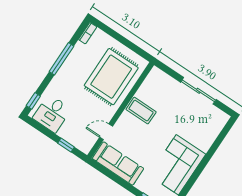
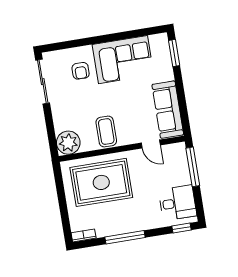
plant: (157, 79) -> (68, 143), added
sliding door: (198, 91) -> (43, 82), moved
armchair: (196, 131) -> (81, 71), added
window: (66, 145) -> (193, 167), width x2.17

